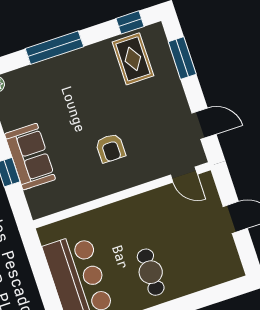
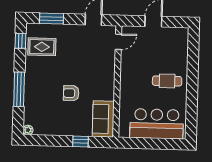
armchair: (110, 148) -> (71, 93), moved, turned 180
sofa: (30, 157) -> (103, 119), moved, turned -90

